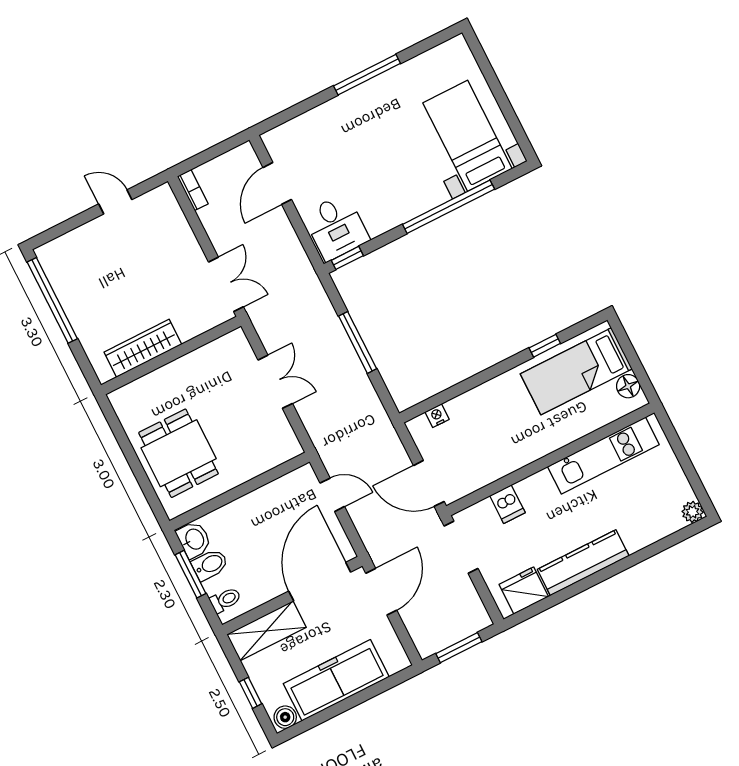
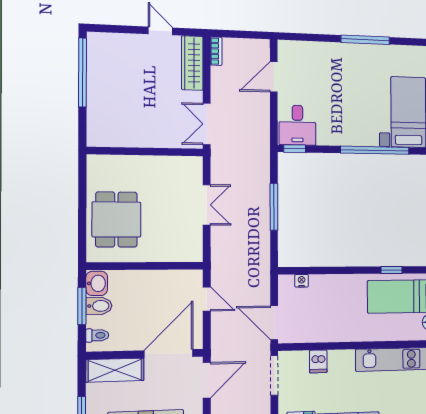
double door: (226, 284) -> (207, 124), swing flipped
wardrobe: (143, 348) -> (192, 63), moved, turned -90

